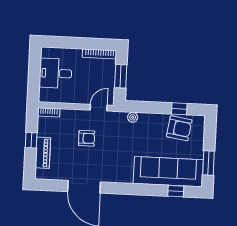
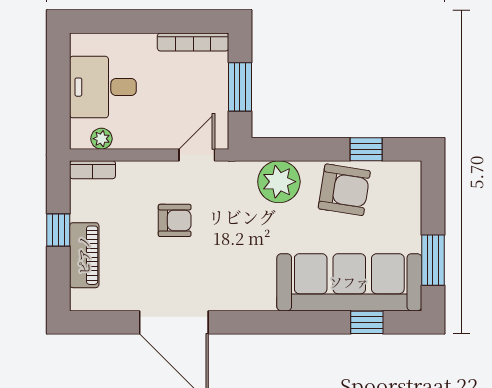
plant: (54, 98) -> (101, 139), added
plant: (133, 117) -> (279, 182), width x1.88, depth x1.88
armchair: (179, 128) -> (344, 190), moved

